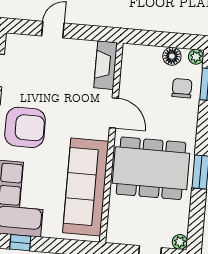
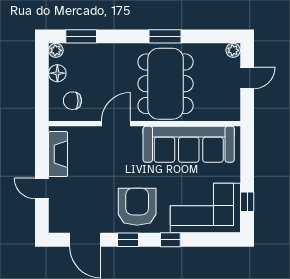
fireplace: (106, 65) -> (58, 154), moved, turned -90
chair: (182, 88) -> (72, 101), moved

